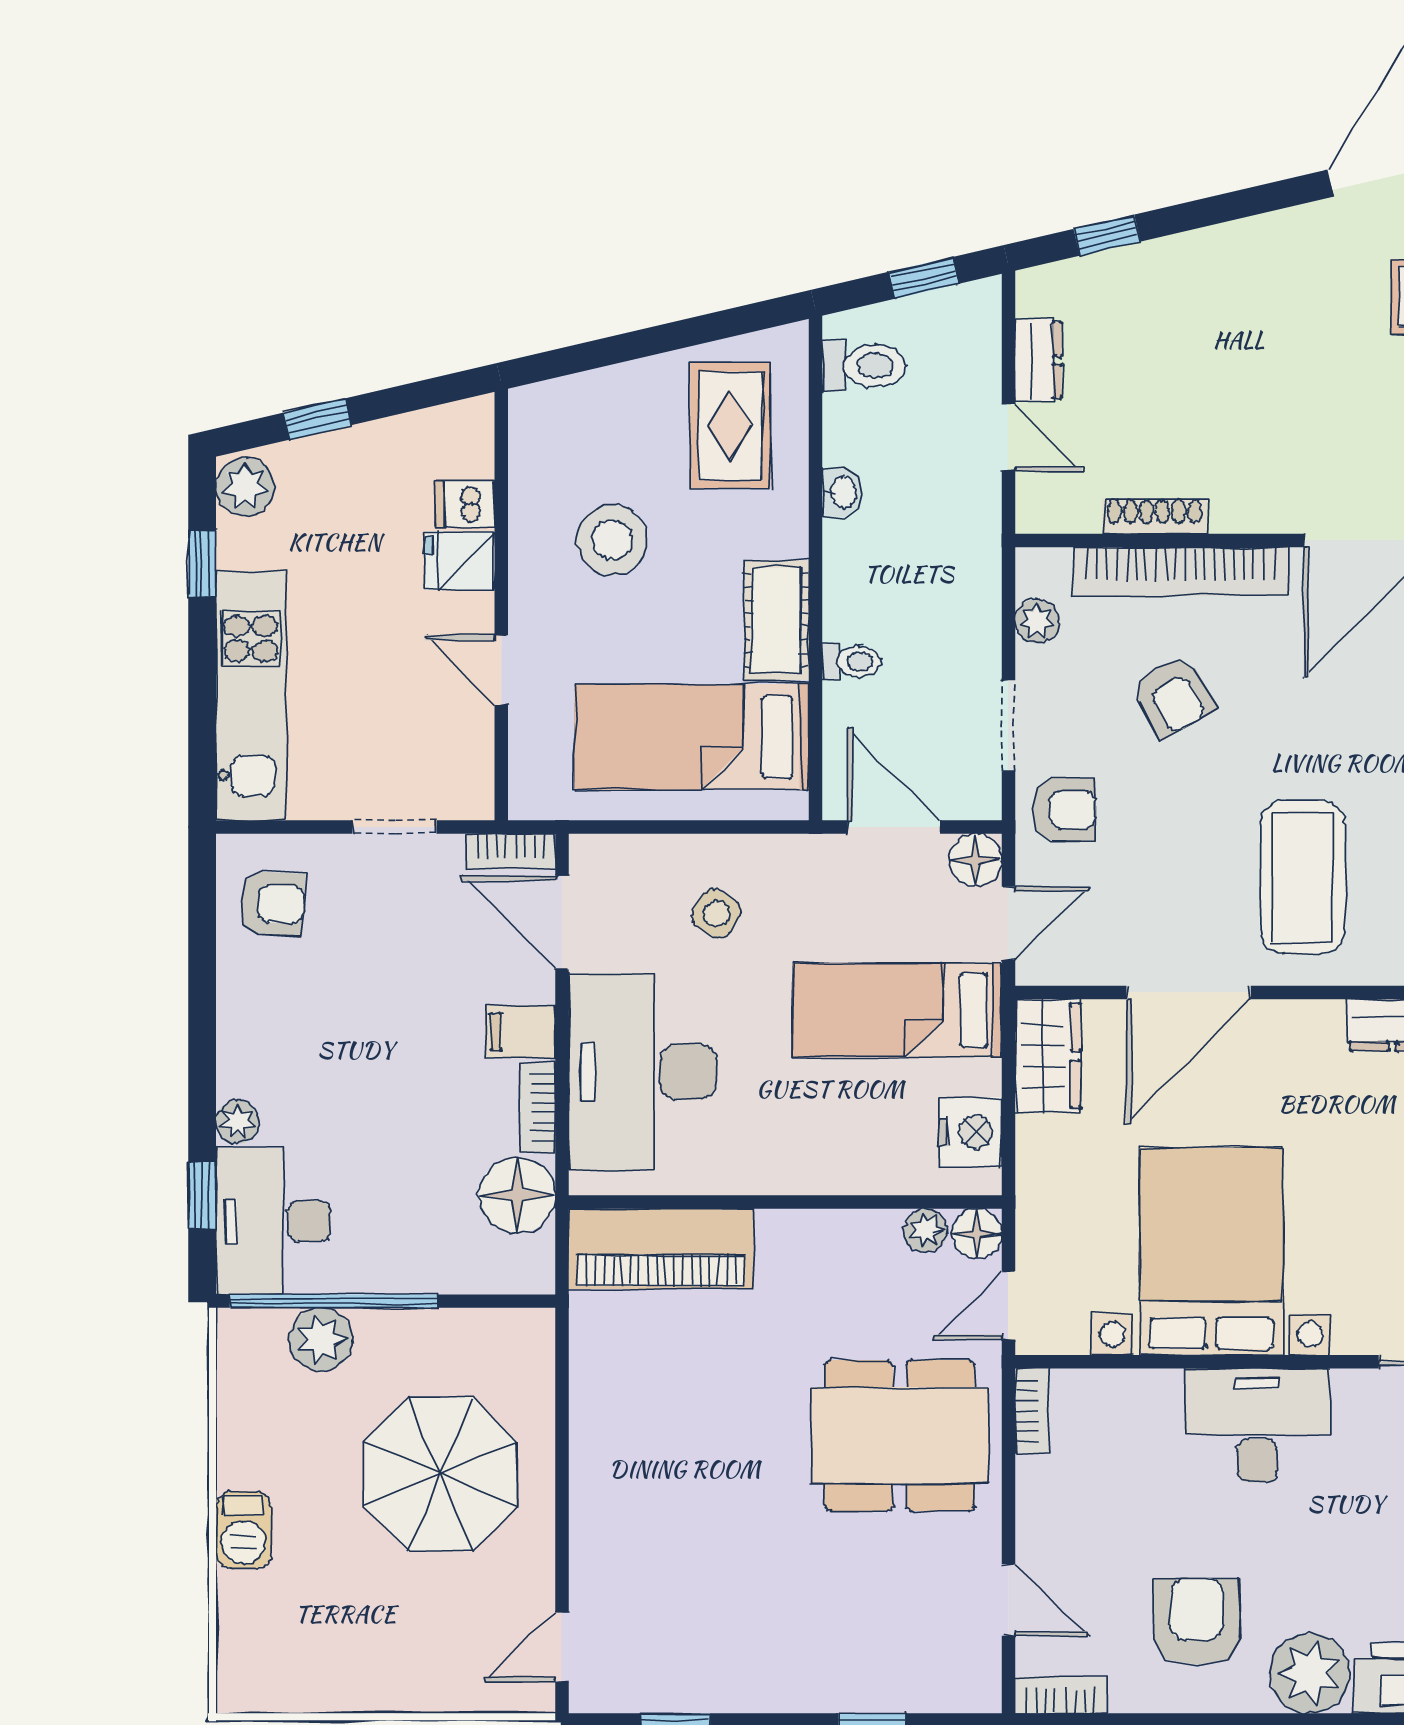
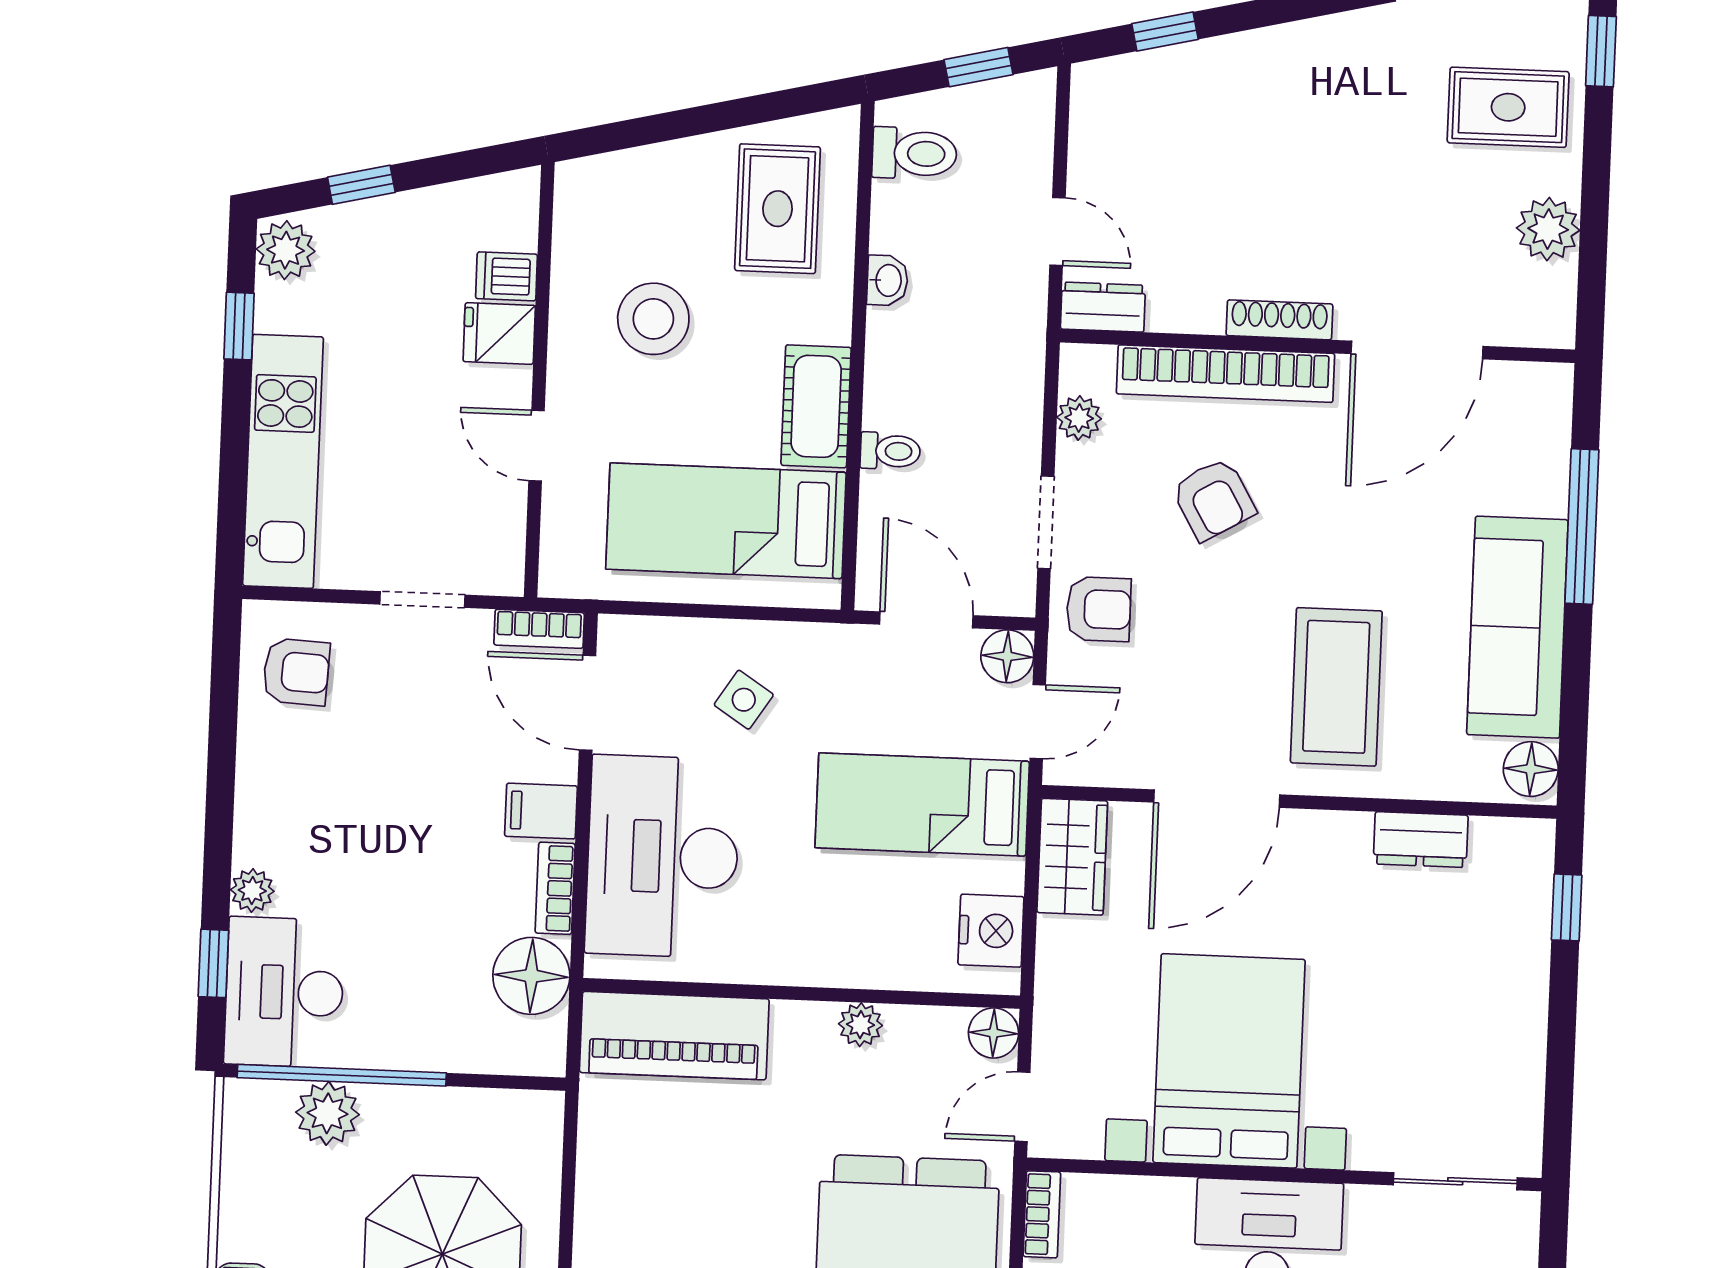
dresser: (1038, 360) -> (1103, 307), moved, turned -90
shoe rack: (1155, 516) -> (1279, 320), moved
plant: (926, 1230) -> (861, 1025), moved

